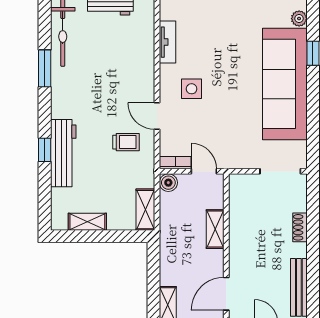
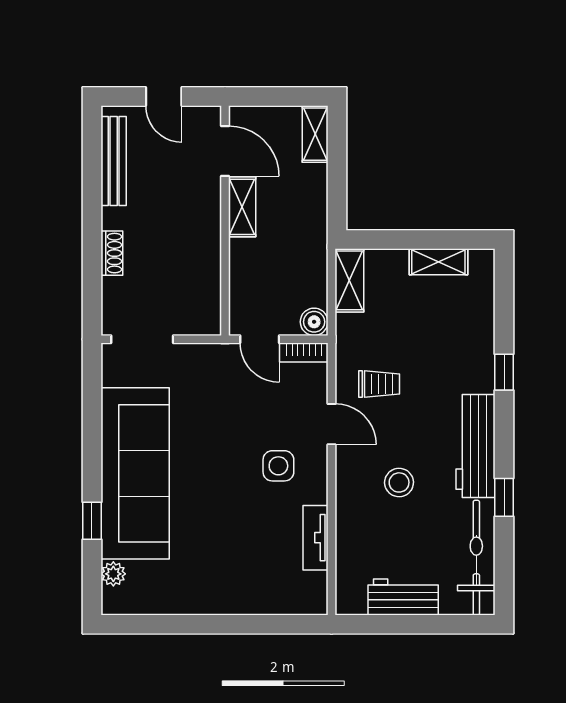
window: (45, 68) -> (504, 497), width x0.67
stool: (113, 78) -> (399, 482), added
trolley: (126, 142) -> (379, 384), turned 180
workbench: (63, 153) -> (476, 446), moved
shelving: (215, 229) -> (242, 207), moved
door: (226, 294) -> (225, 151), hinge flipped

